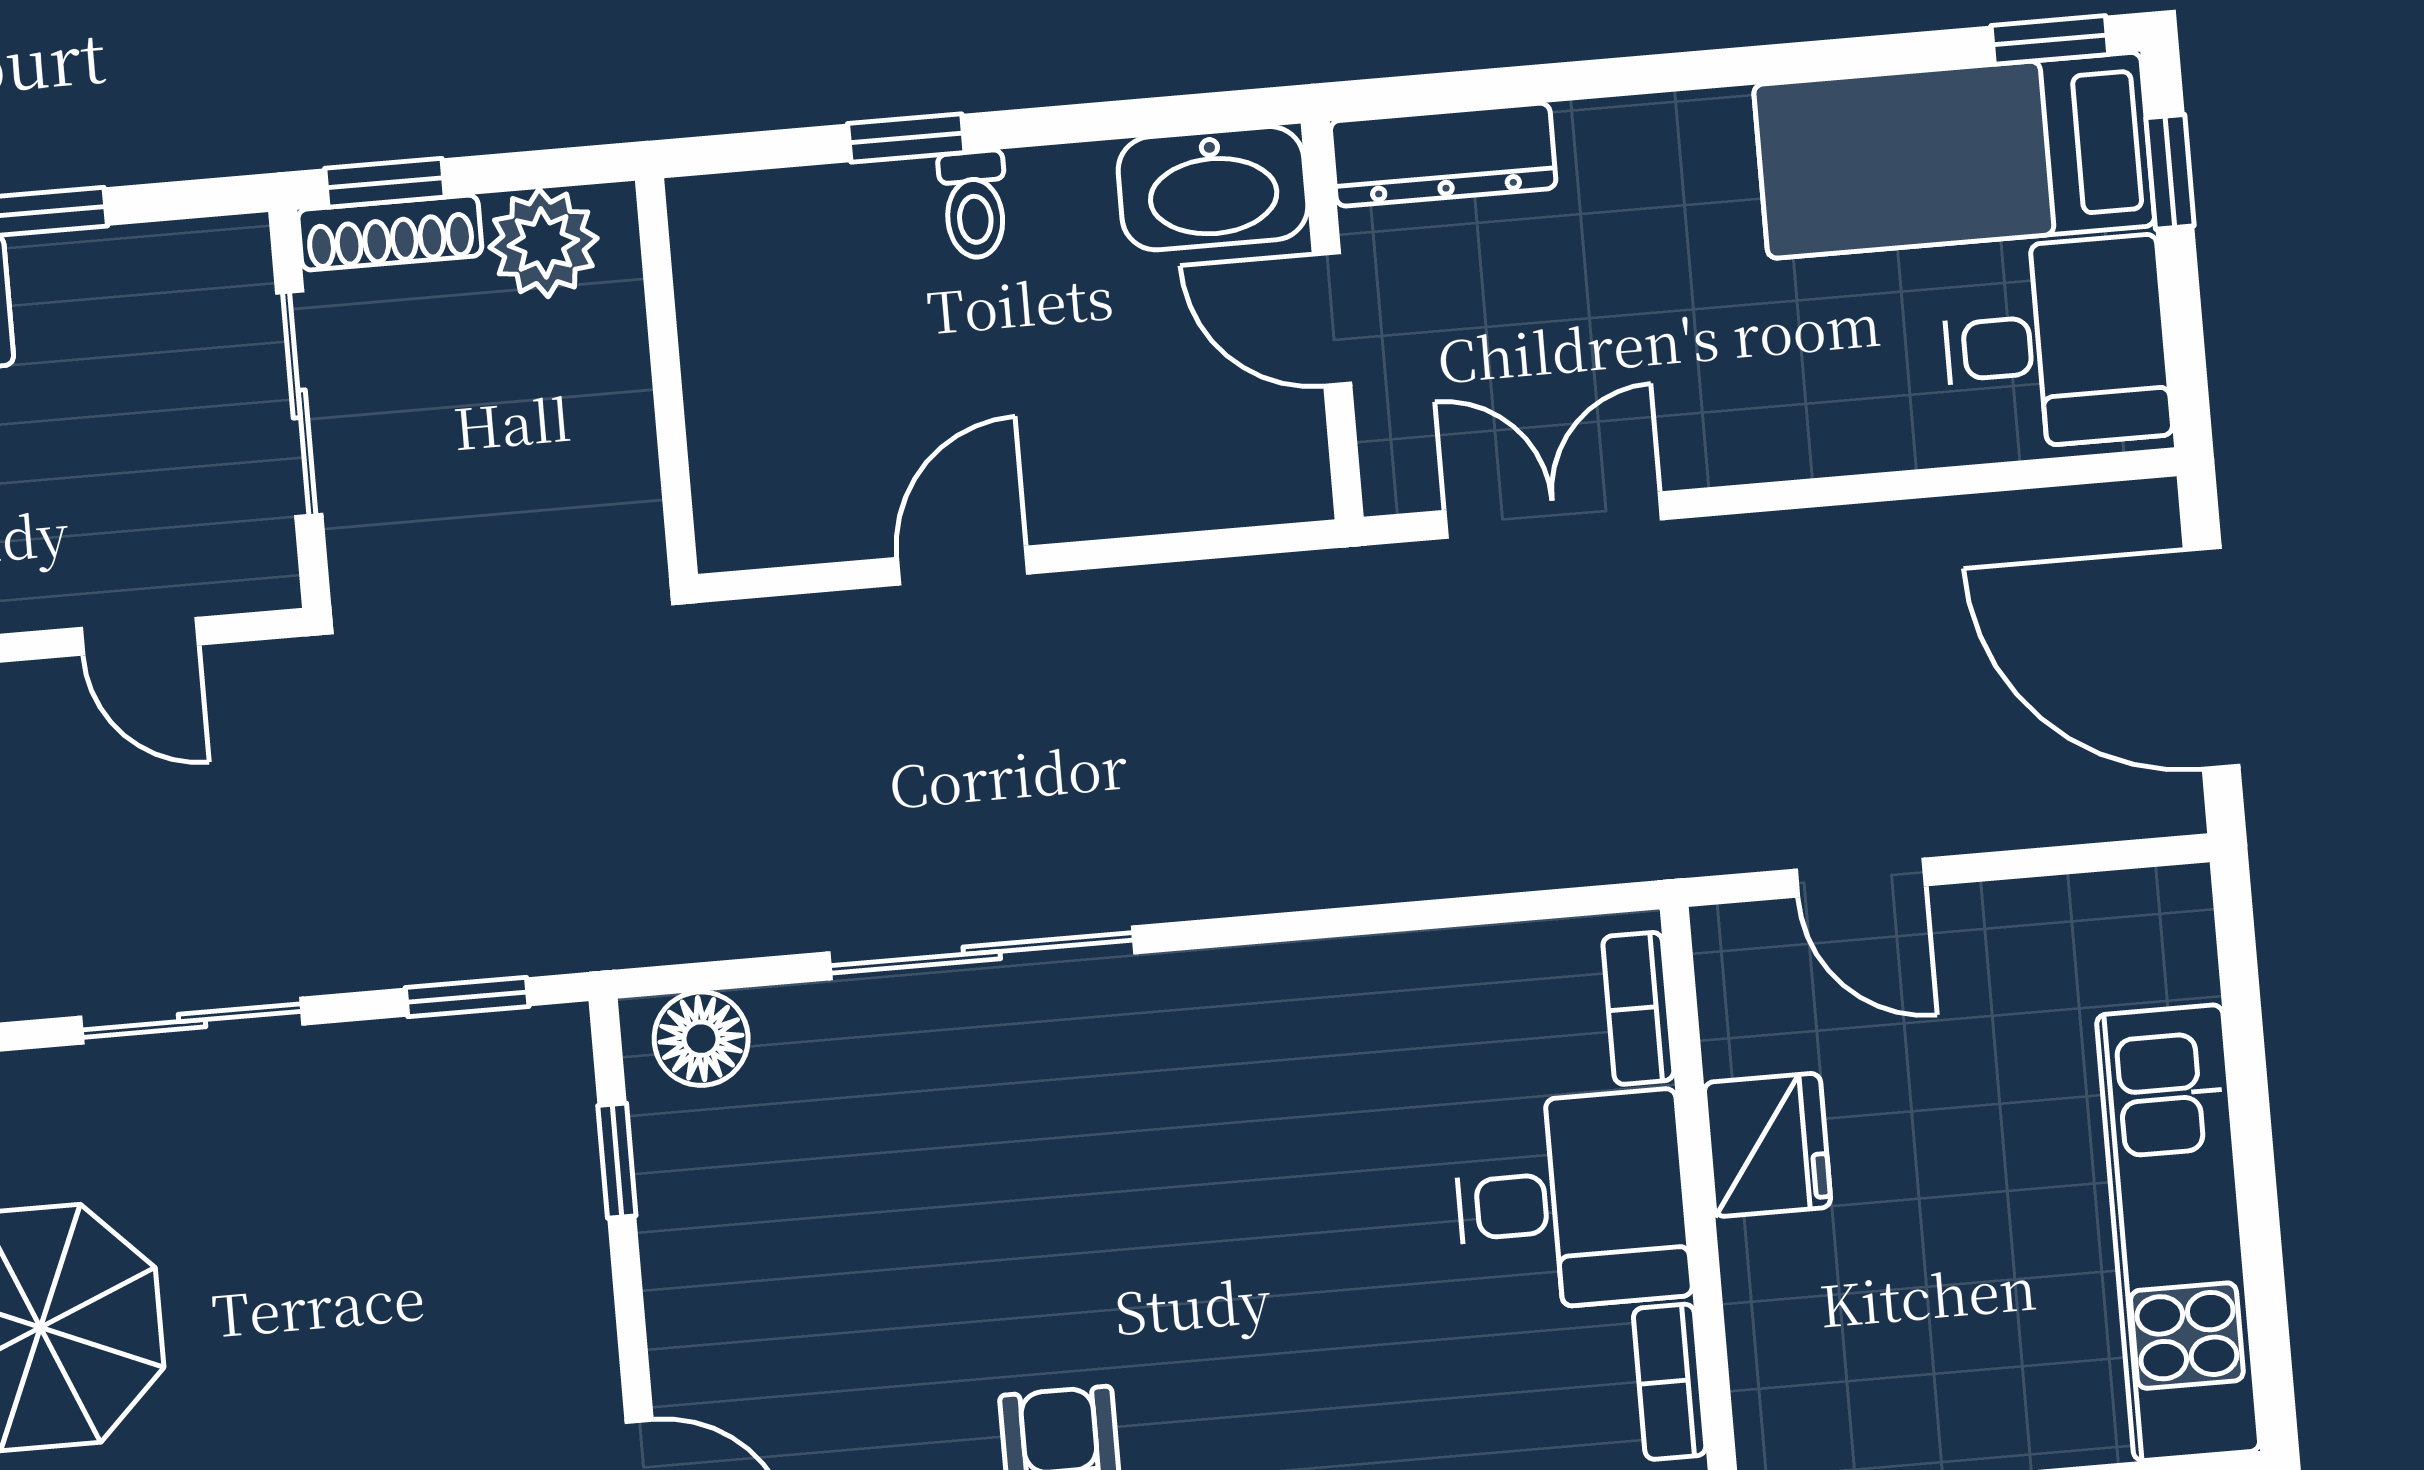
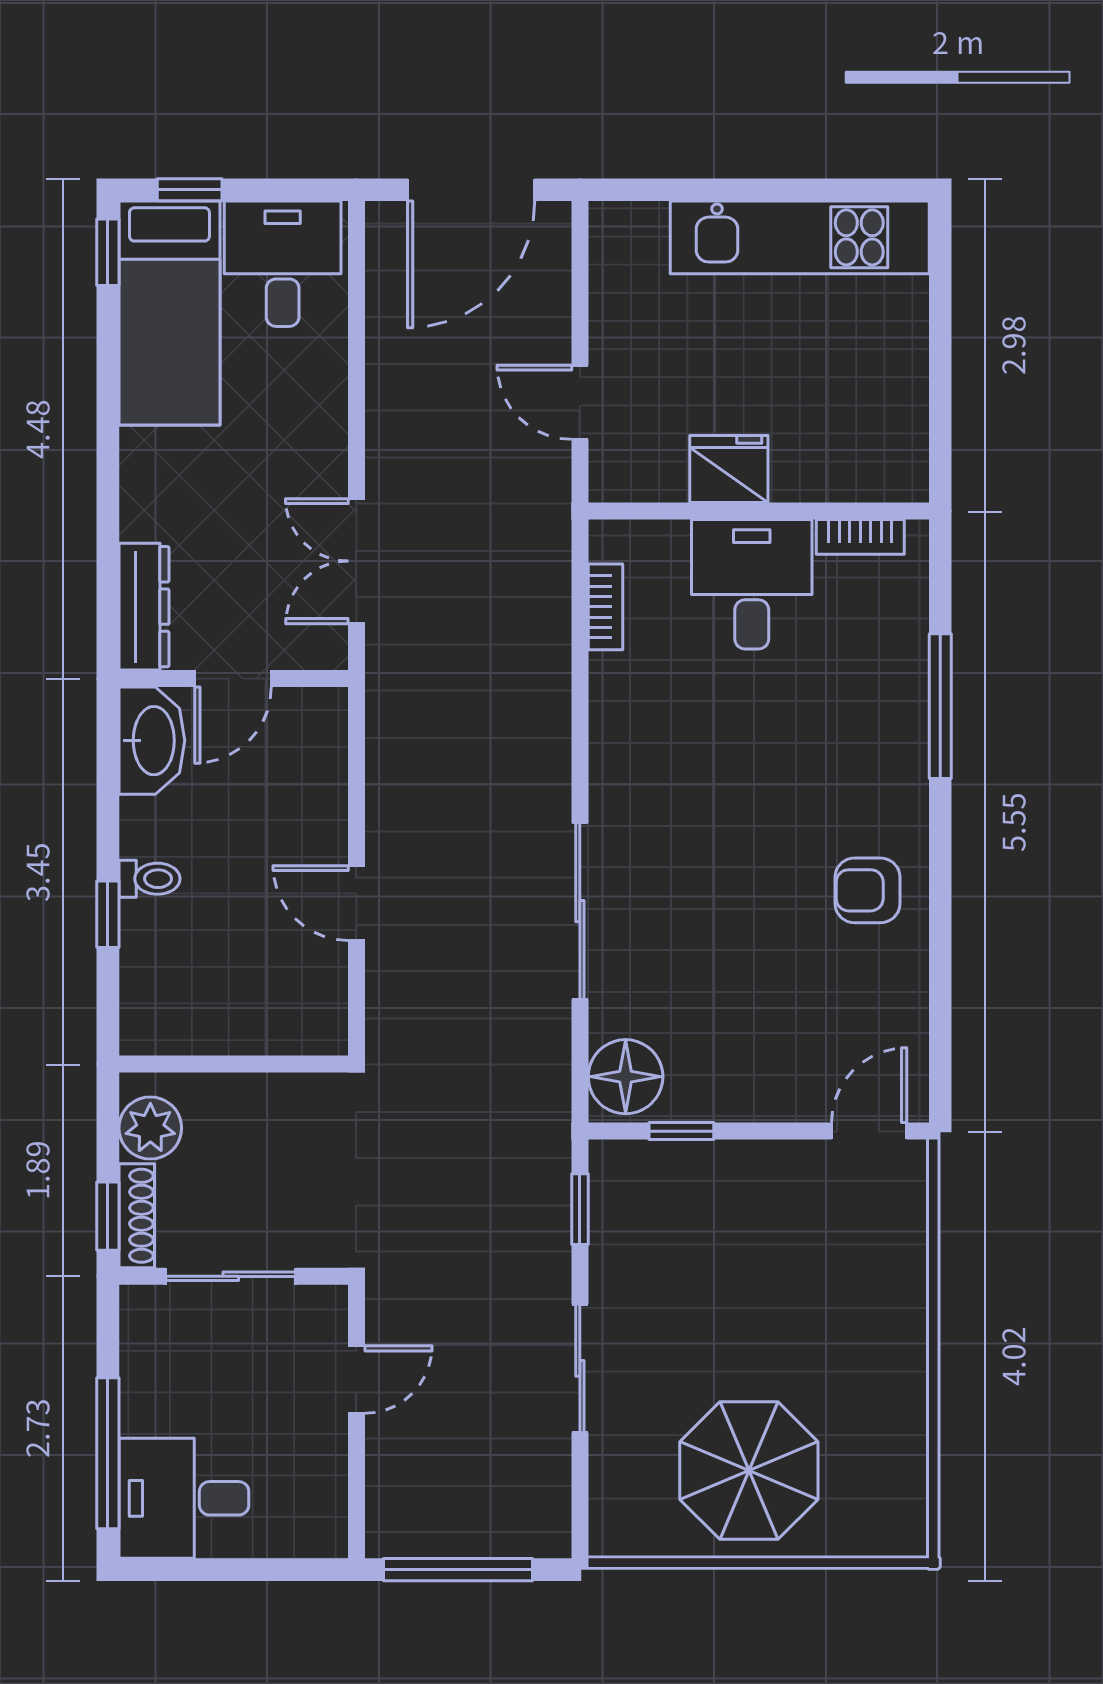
door: (1861, 878) -> (580, 402), swing flipped
bookcase: (1638, 1008) -> (606, 607), moved, turned -90
floor lamp: (701, 1039) -> (626, 1077), width x1.38, depth x1.38

